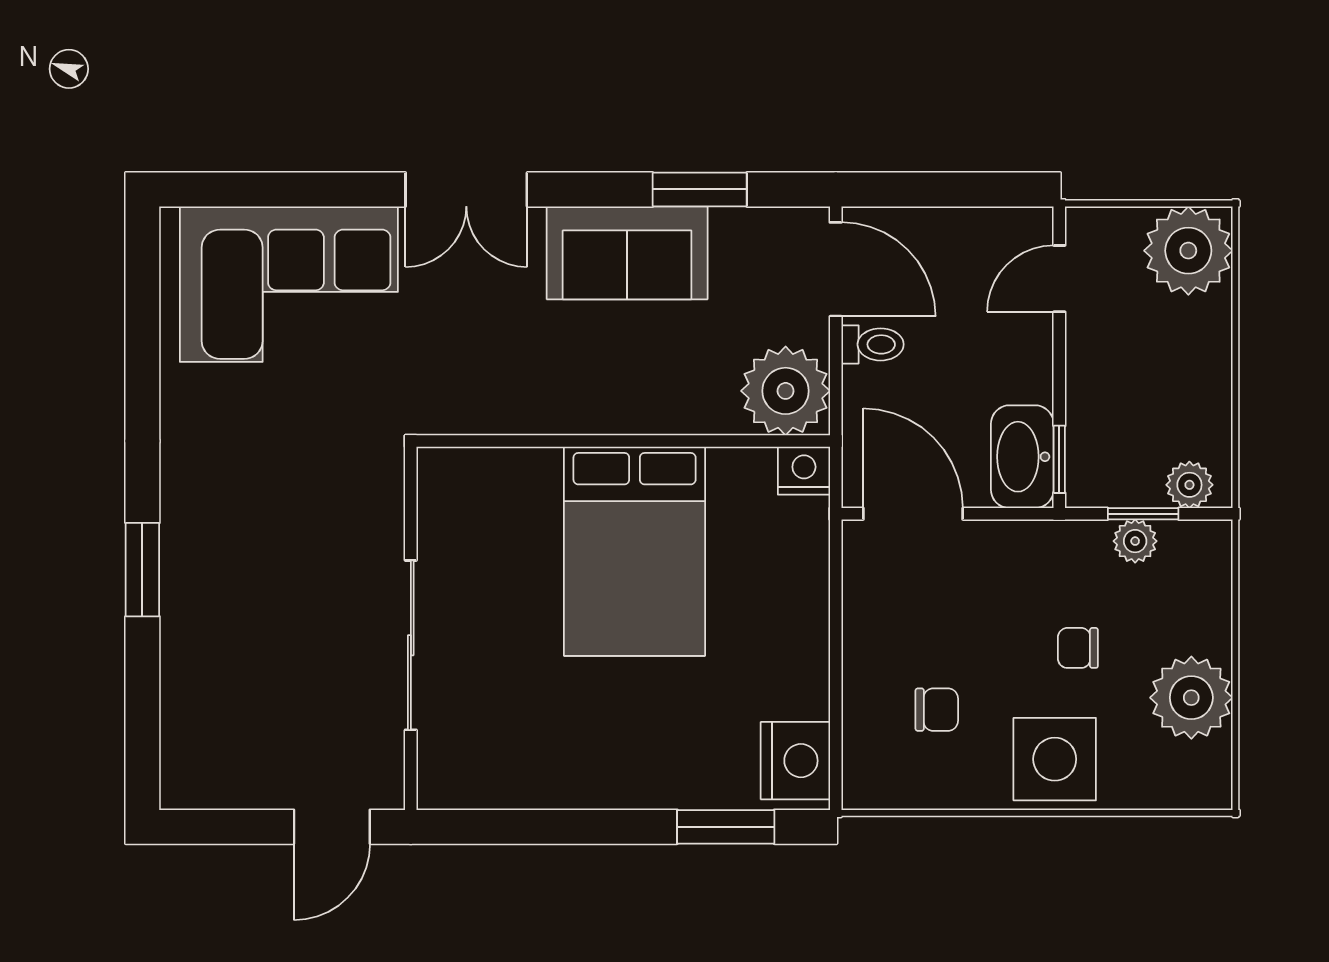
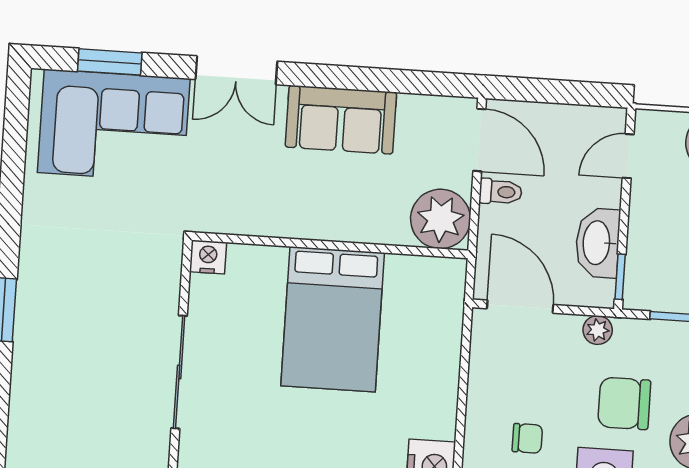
window: (700, 189) -> (110, 62), moved
washbasin: (1022, 457) -> (598, 243), moved
nightstand: (804, 471) -> (208, 257), moved
plant: (1135, 541) -> (598, 330), moved
chair: (1078, 648) -> (624, 403), width x1.87, depth x1.87

